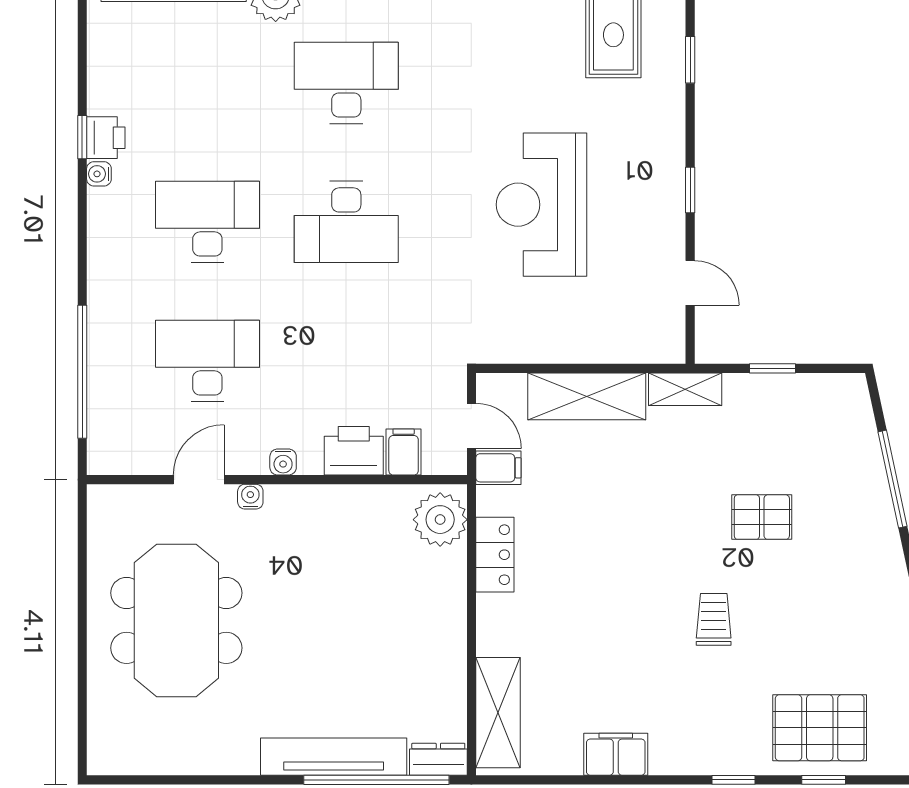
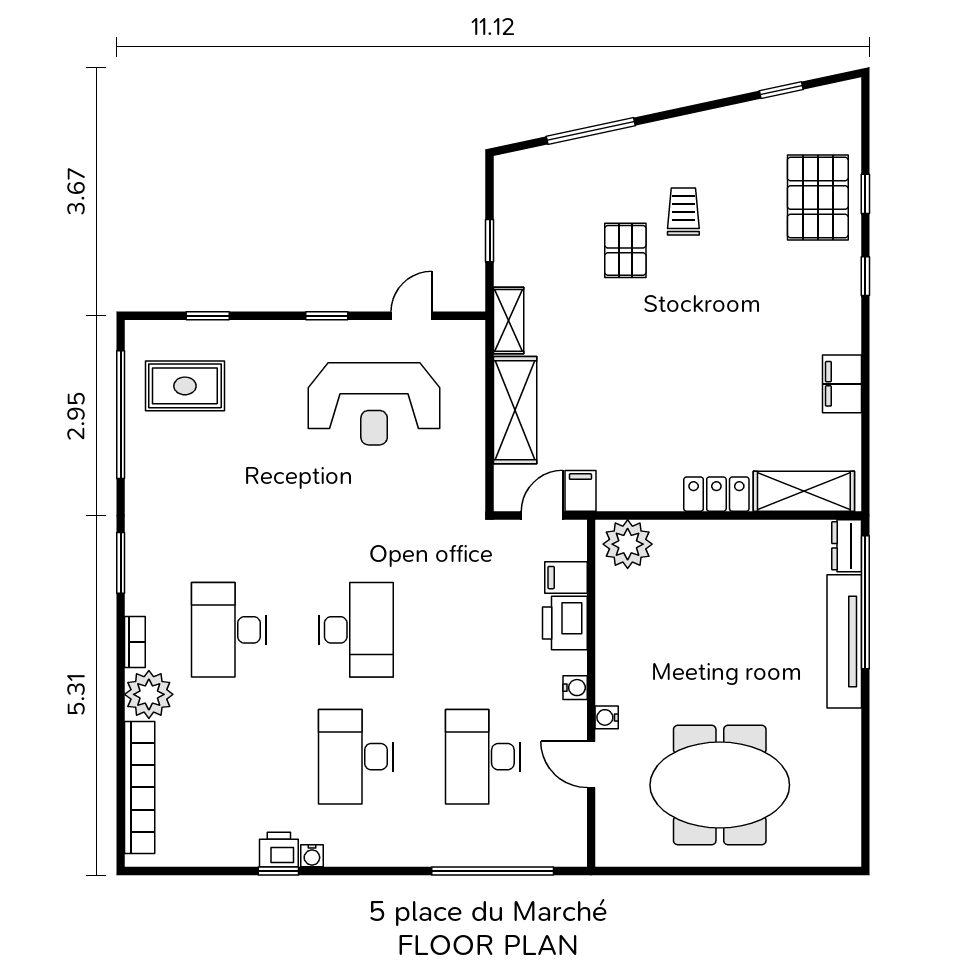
reception desk: (541, 205) -> (374, 404), moved
locker: (495, 555) -> (716, 494), moved
trolley: (714, 619) -> (683, 212), moved, turned 90

